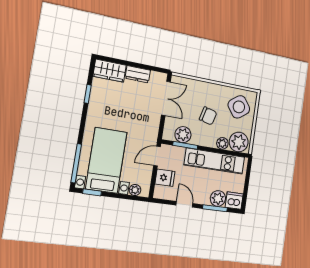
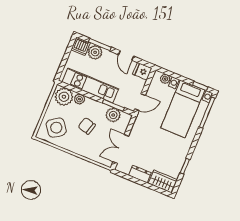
fridge: (165, 178) -> (142, 71), moved

